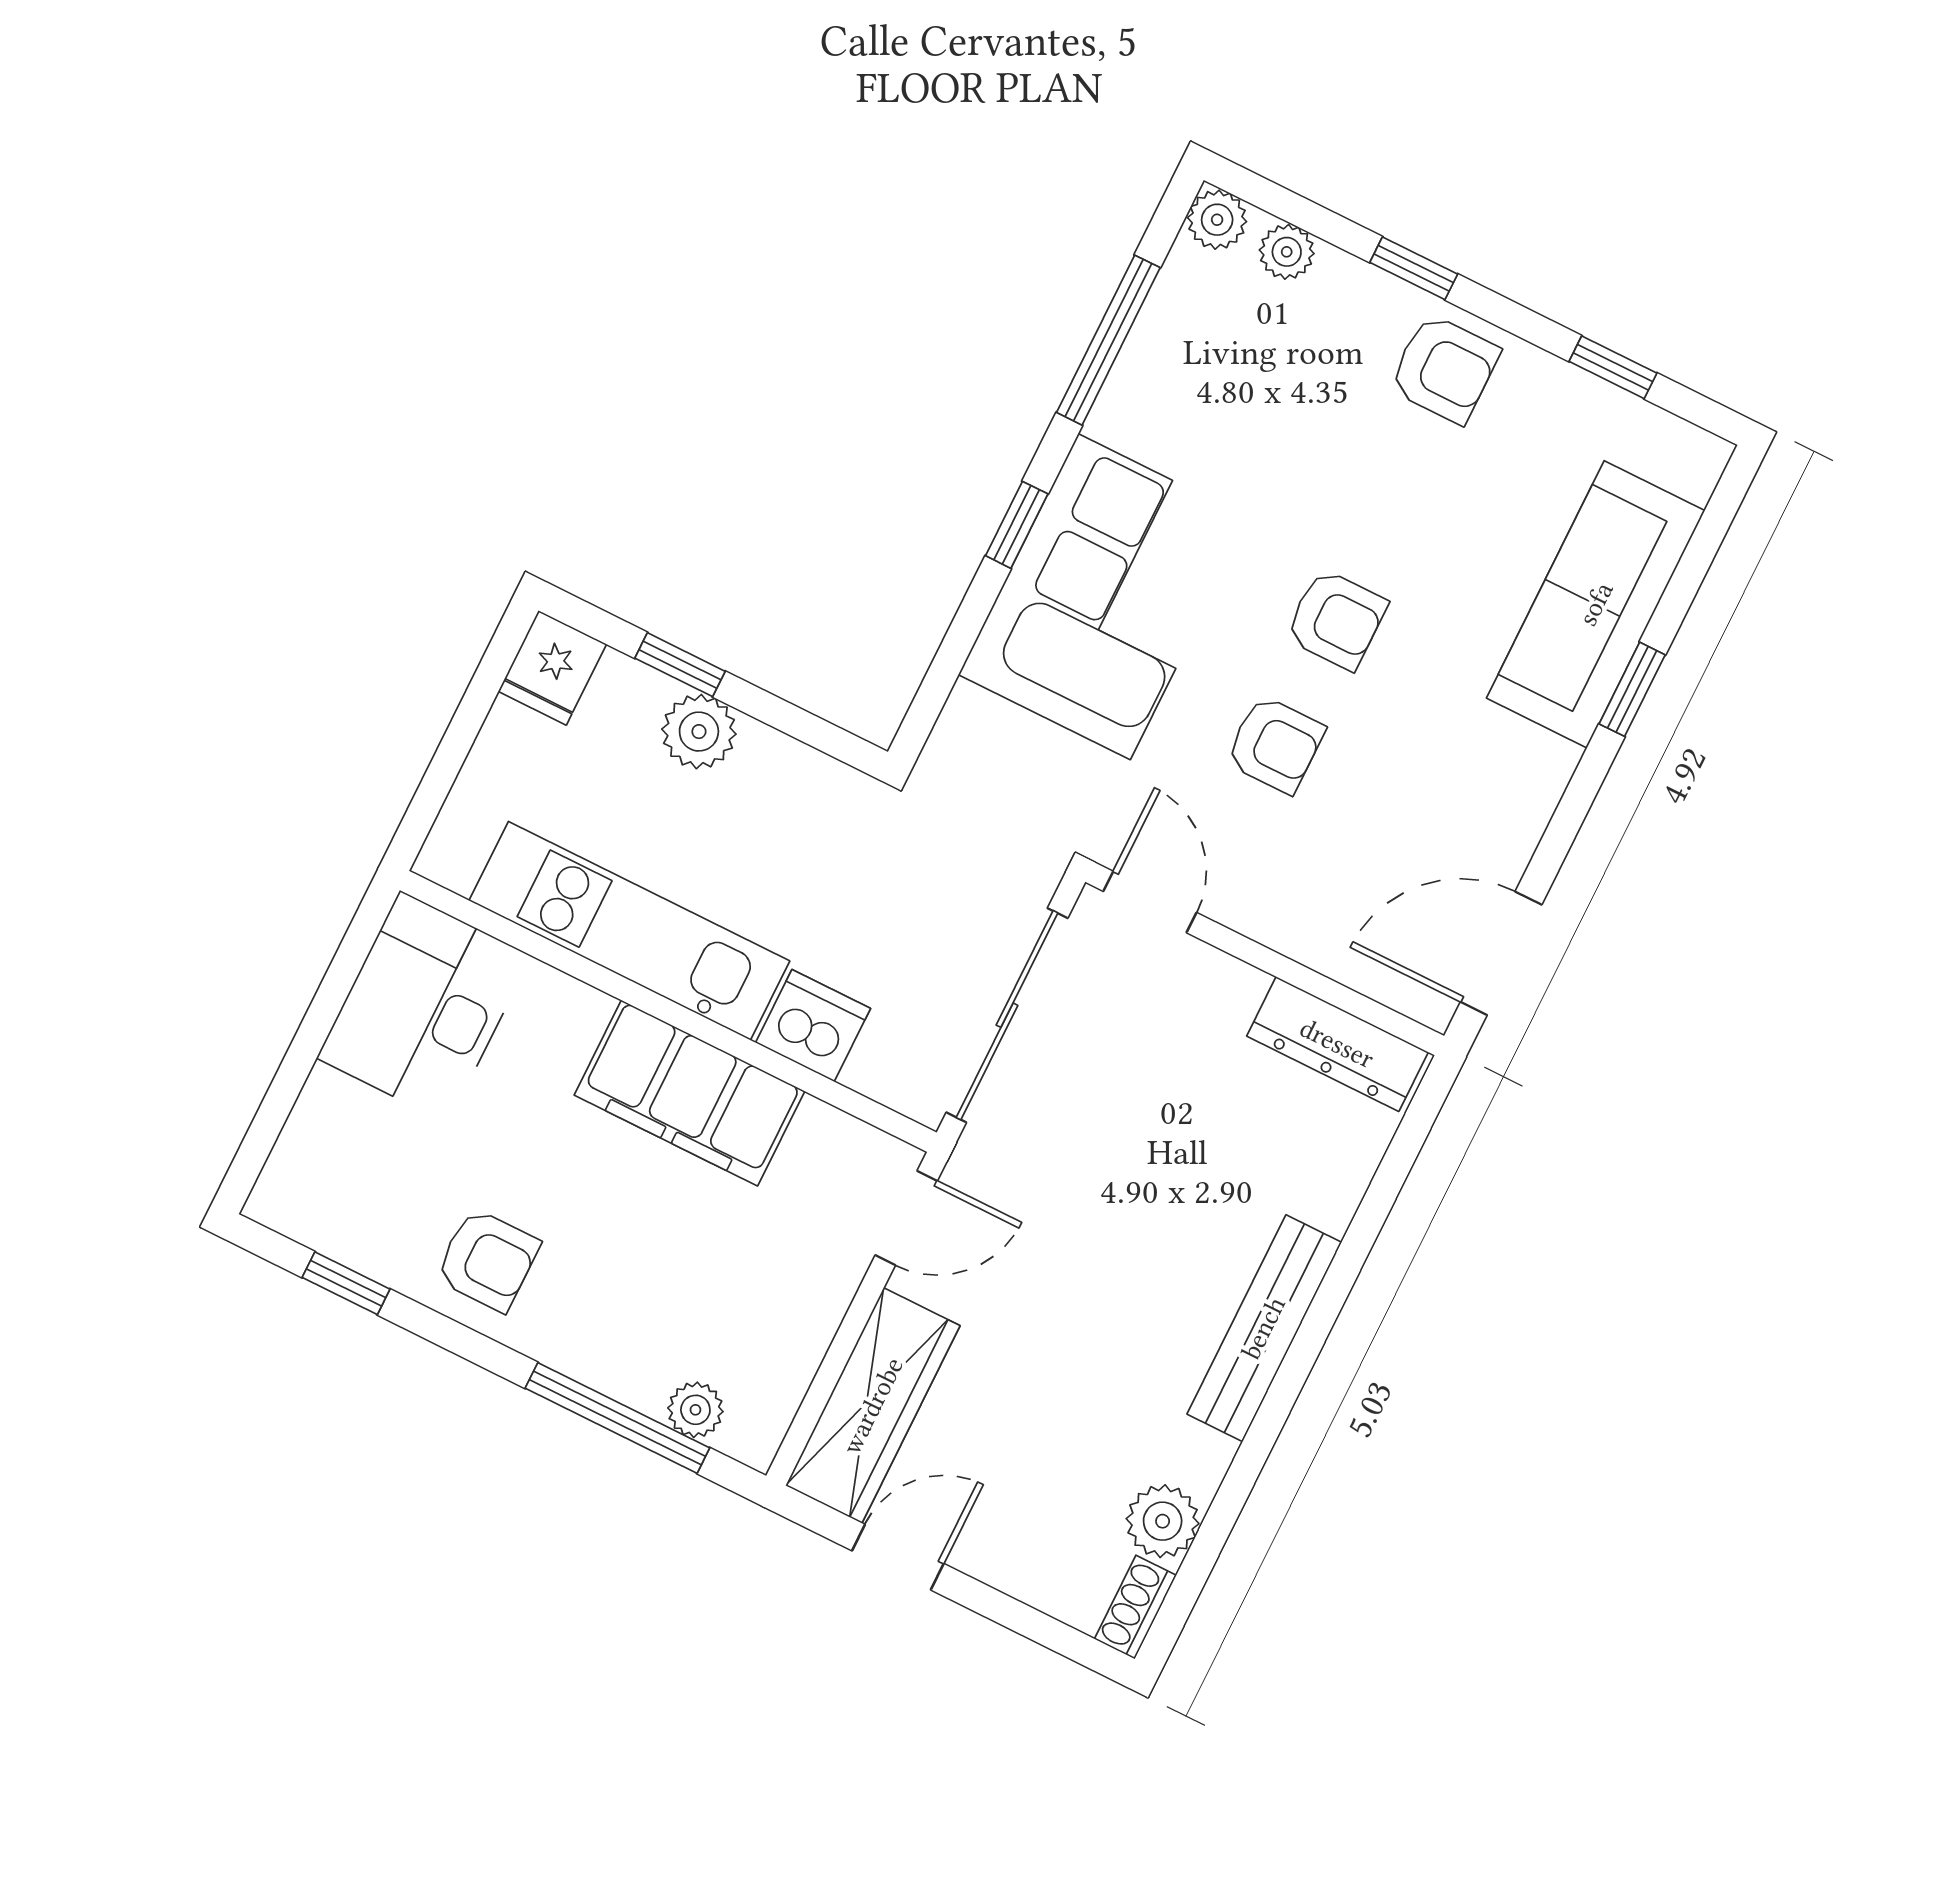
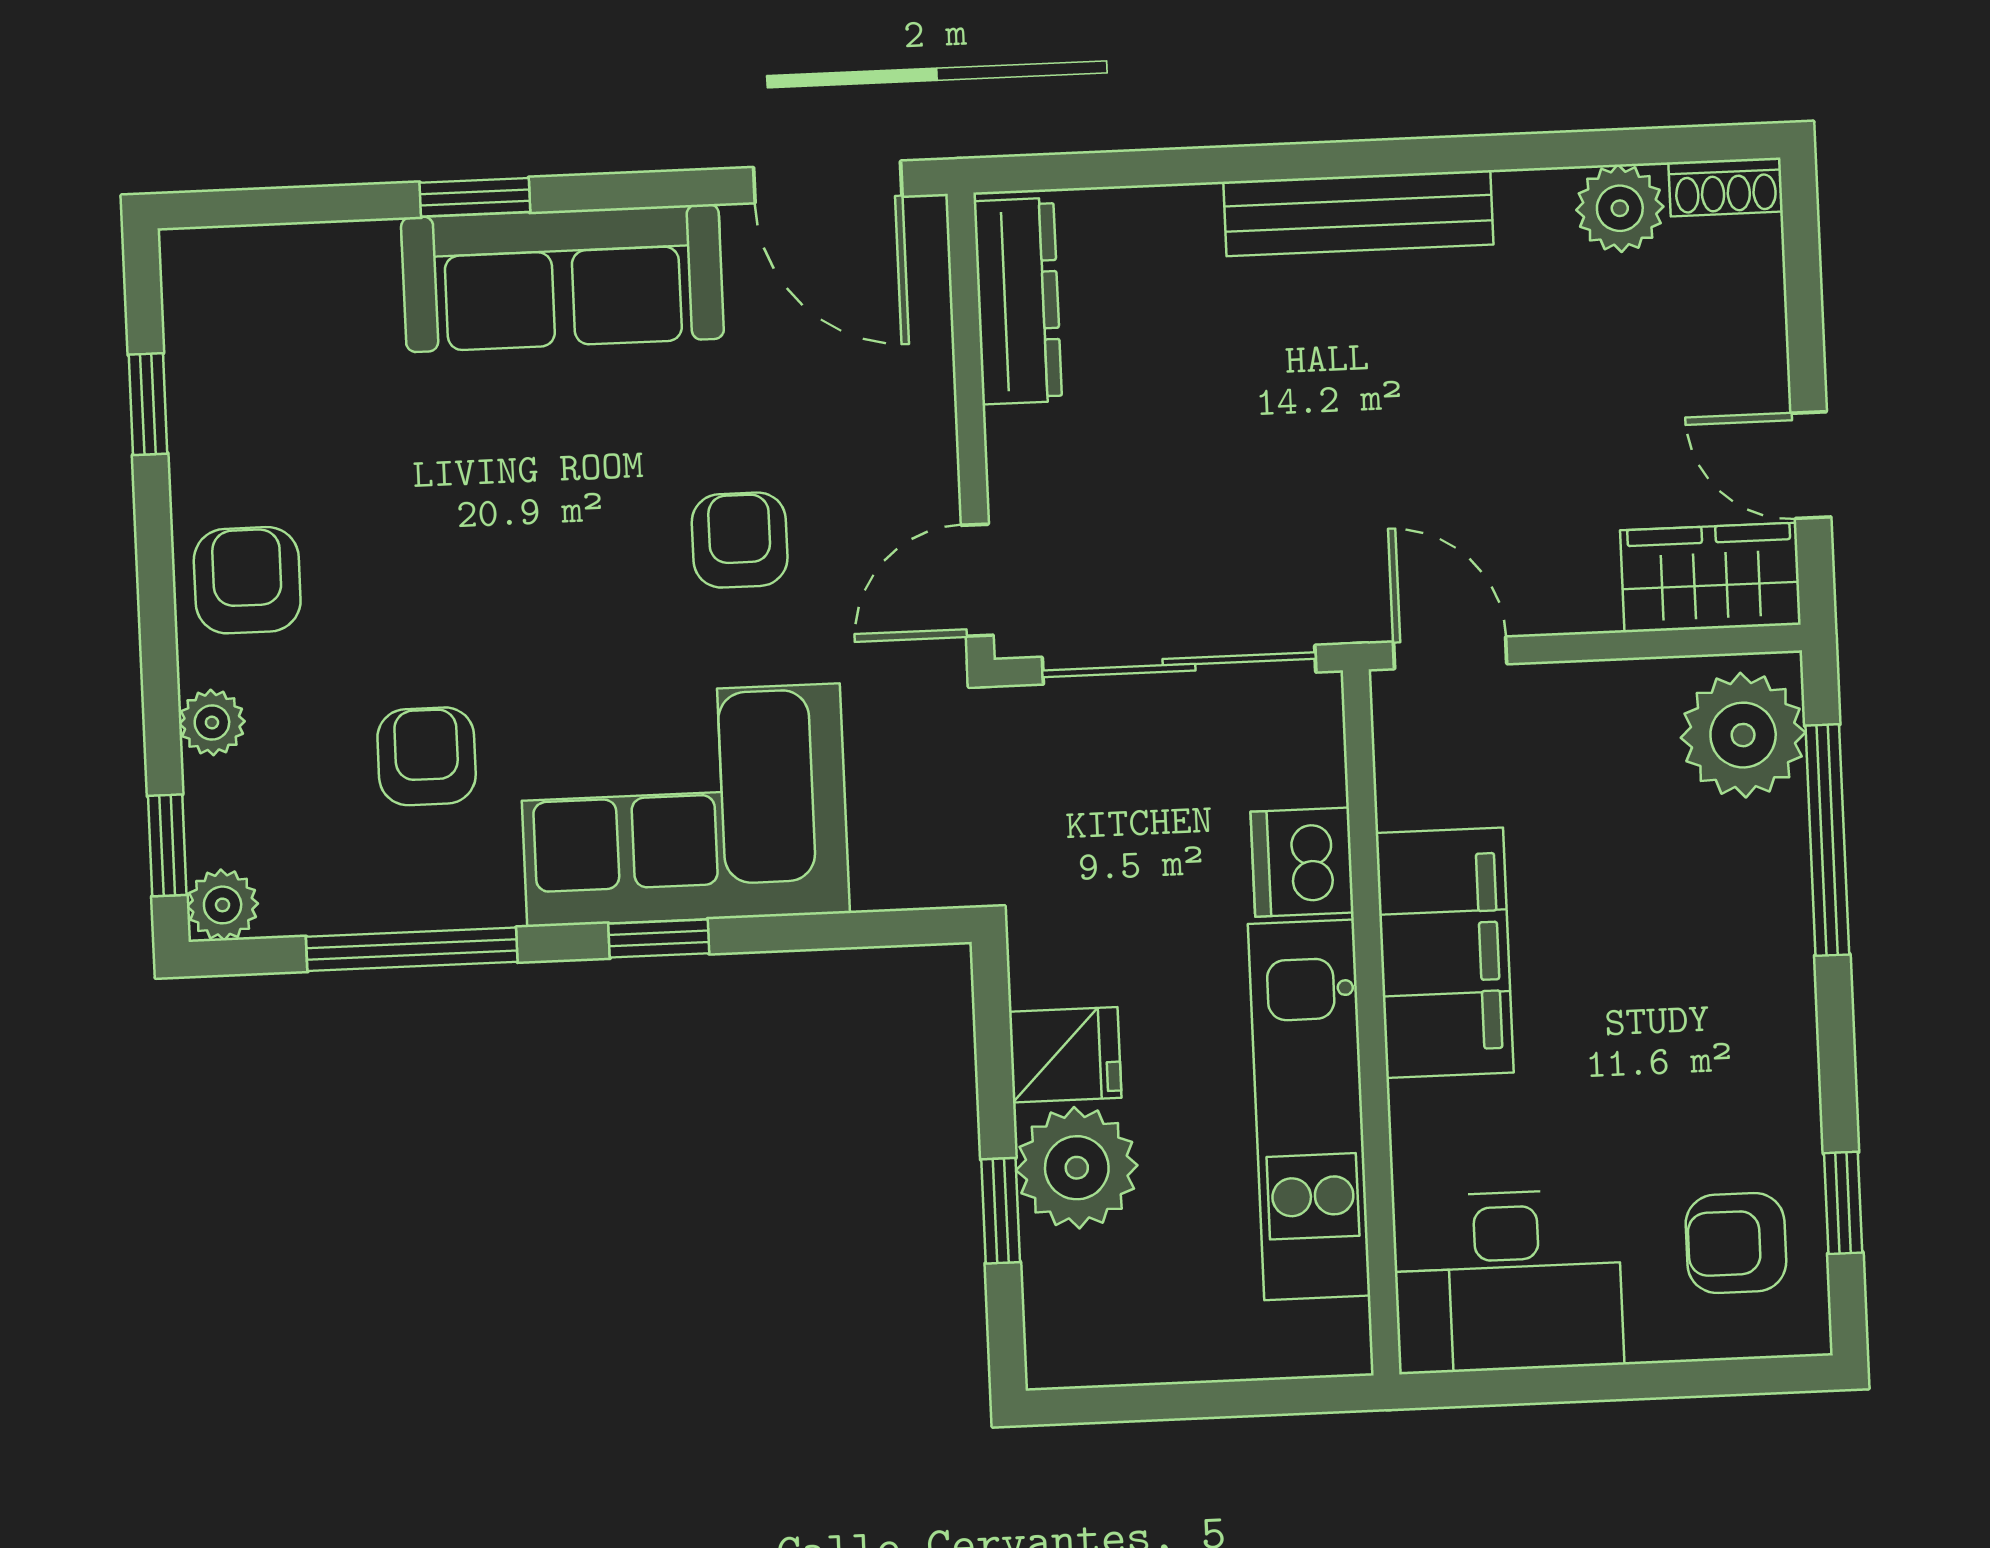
plant: (1287, 252) -> (212, 722), moved
window: (1414, 268) -> (167, 845), moved
sofa: (1596, 604) -> (562, 278), moved
armchair: (1336, 619) -> (427, 756), moved
fridge: (552, 668) -> (1065, 1055), moved
plant: (699, 732) -> (1077, 1168), width x1.36, depth x1.36
armchair: (487, 1260) -> (1736, 1243), moved, turned -90
wardrobe: (873, 1406) -> (1710, 577), width x0.67
plant: (695, 1410) -> (1743, 735), width x1.88, depth x1.88

